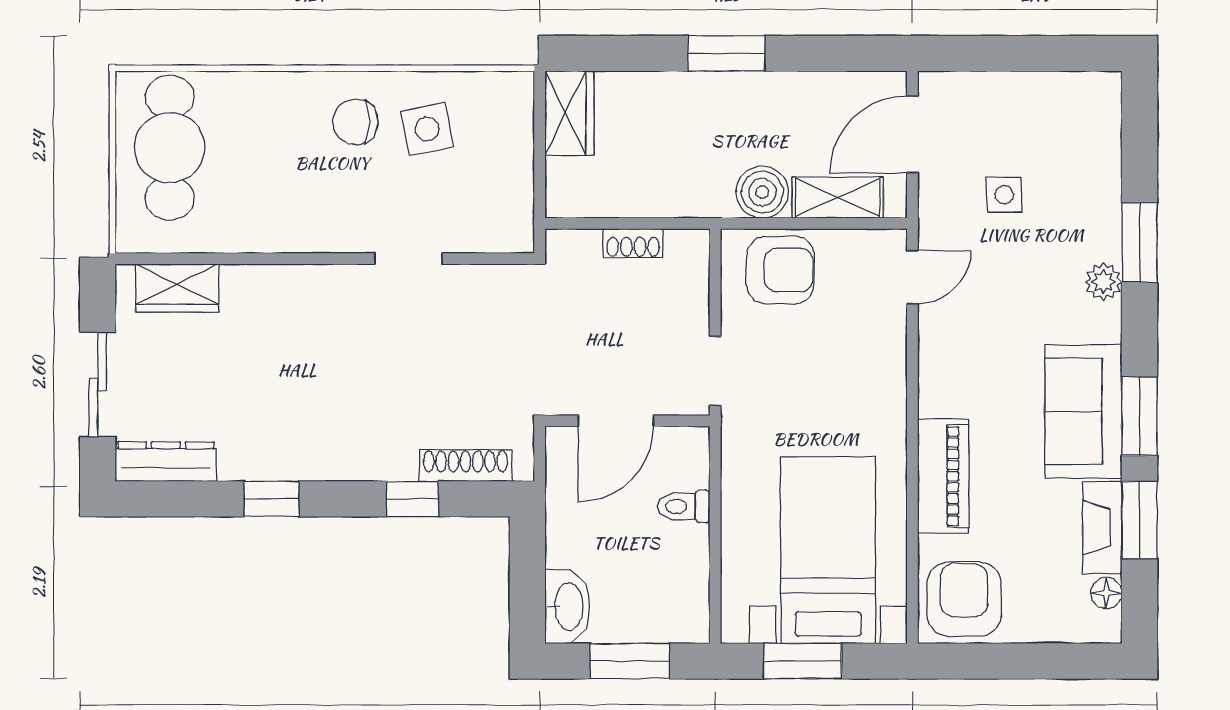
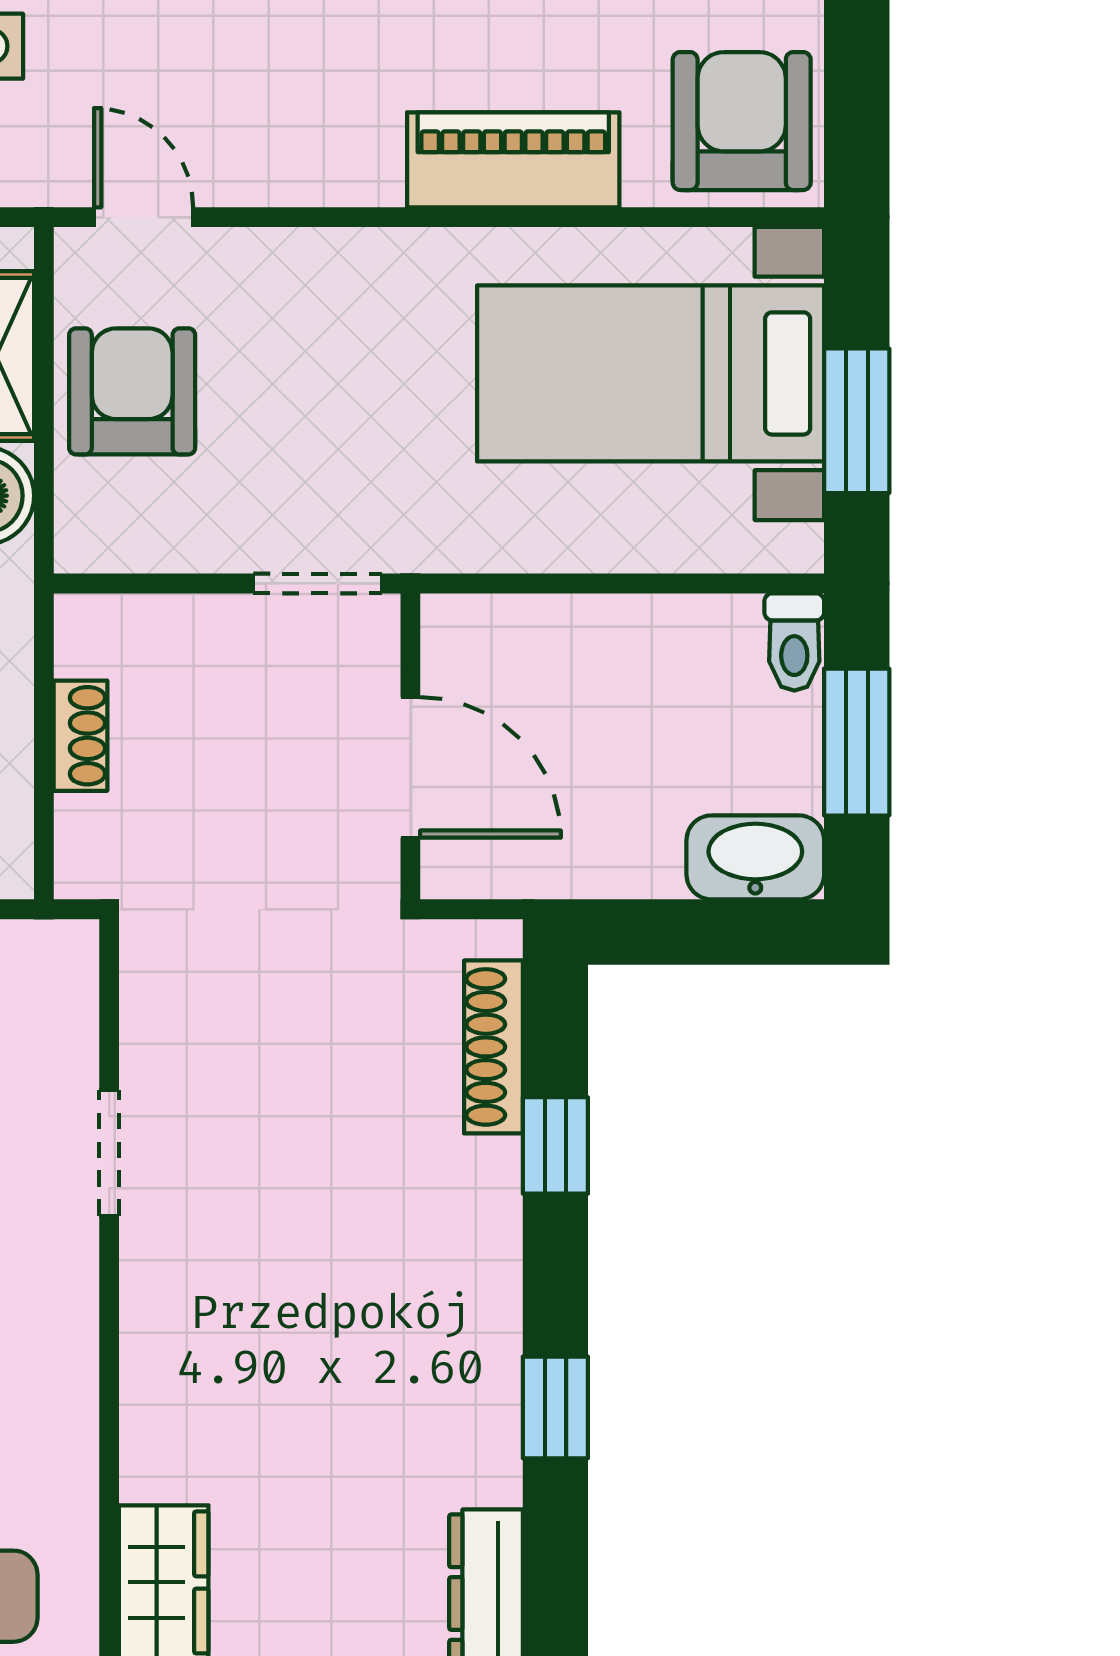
armchair: (780, 270) -> (132, 391), moved
toilet: (684, 506) -> (794, 642), moved
armchair: (964, 599) -> (742, 121), turned 90

